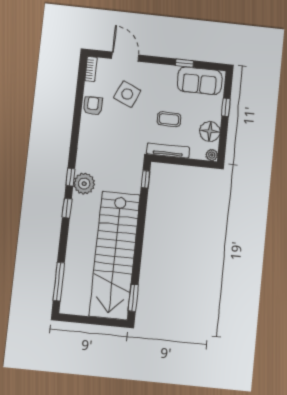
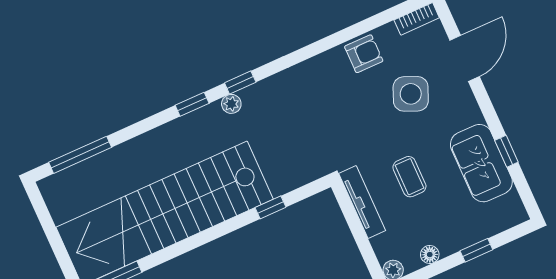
sofa: (200, 81) -> (481, 163), moved
floor lamp: (210, 131) -> (430, 255), width x0.53, depth x0.53
window: (146, 179) -> (270, 207), moved
plant: (84, 184) -> (231, 104), width x0.53, depth x0.53

